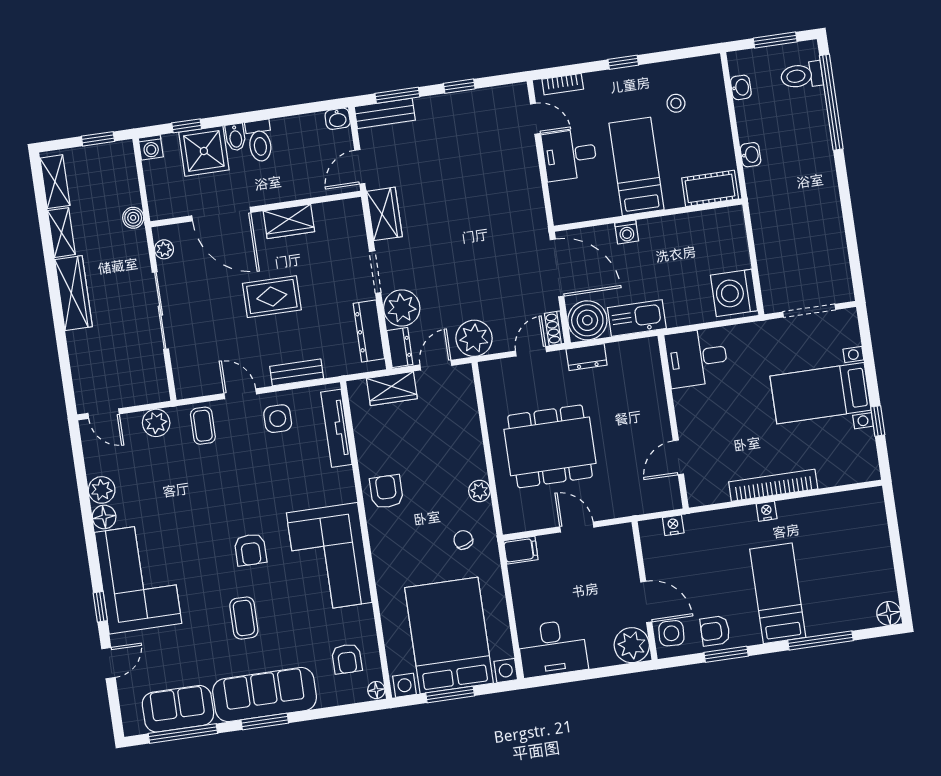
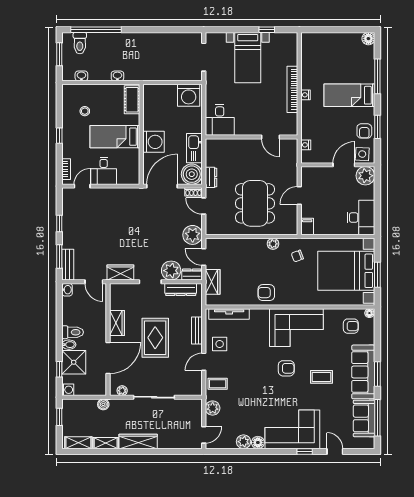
washing machine: (627, 232) -> (153, 142), width x1.89, depth x1.89
rug: (272, 297) -> (155, 338), width x1.36, depth x1.43

